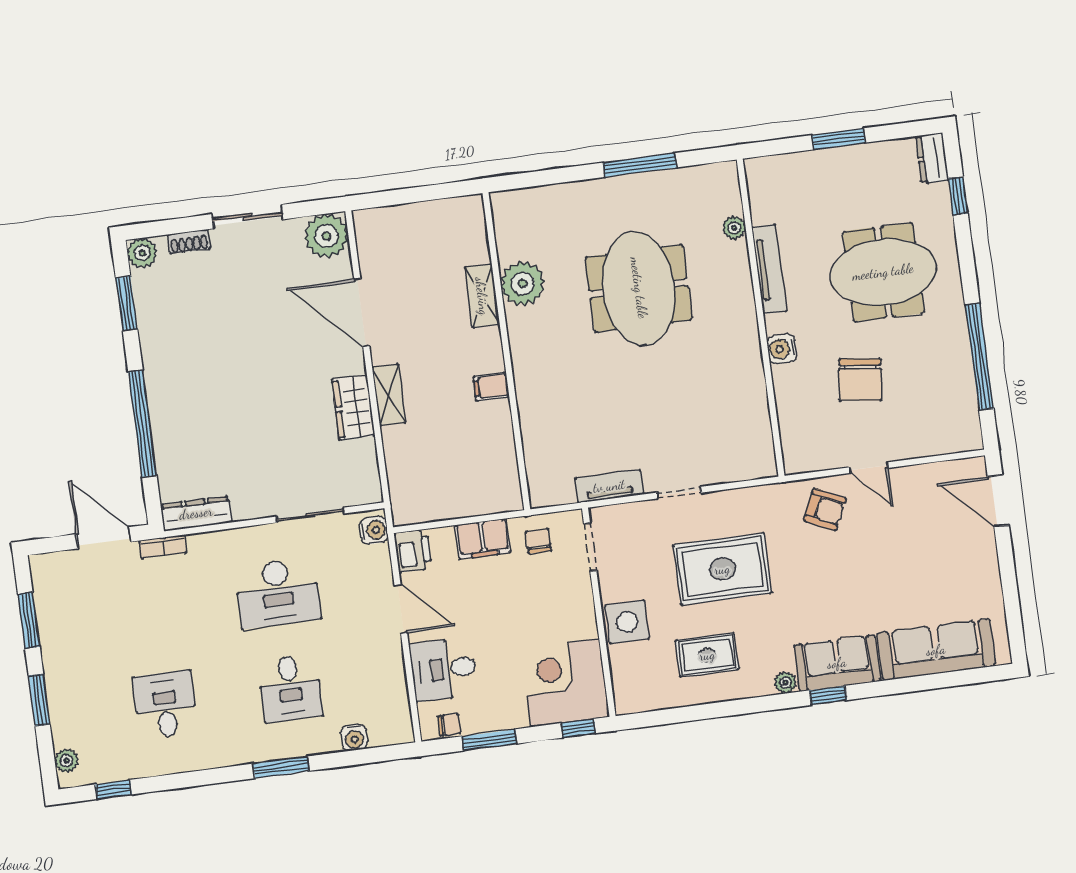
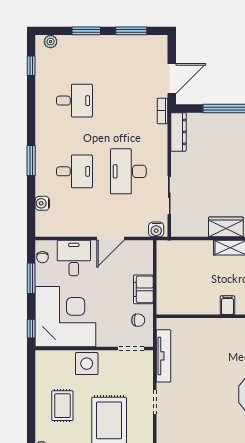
tv unit: (609, 486) -> (163, 356), width x1.41
printer: (413, 551) -> (142, 250), removed
corner desk: (565, 683) -> (65, 317), width x1.36, depth x1.36
desk: (290, 688) -> (74, 171), turned 180

